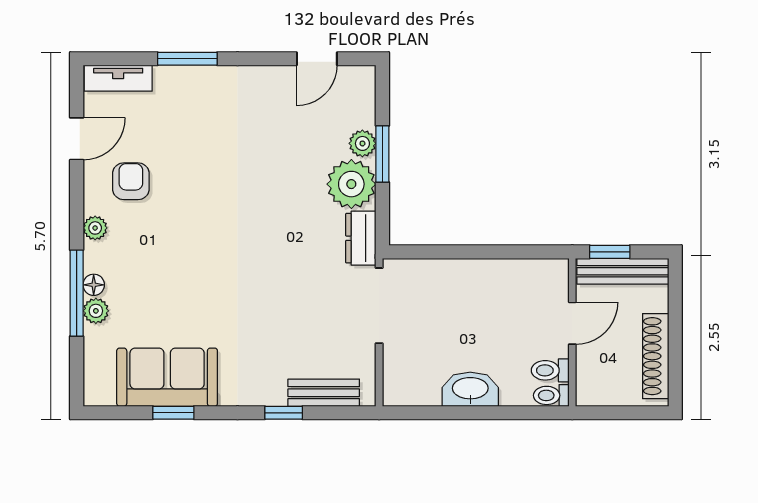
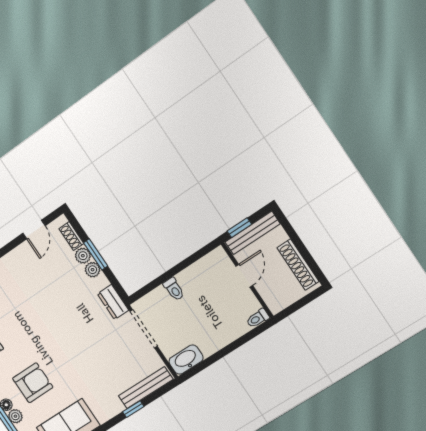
shoe rack: (365, 105) -> (71, 236), added
plant: (351, 184) -> (93, 270), width x0.53, depth x0.53
armchair: (158, 278) -> (33, 383), added
toilet: (550, 370) -> (174, 289), moved, turned -90
washbasin: (470, 389) -> (186, 360), moved
bench: (324, 393) -> (146, 388), width x1.36

